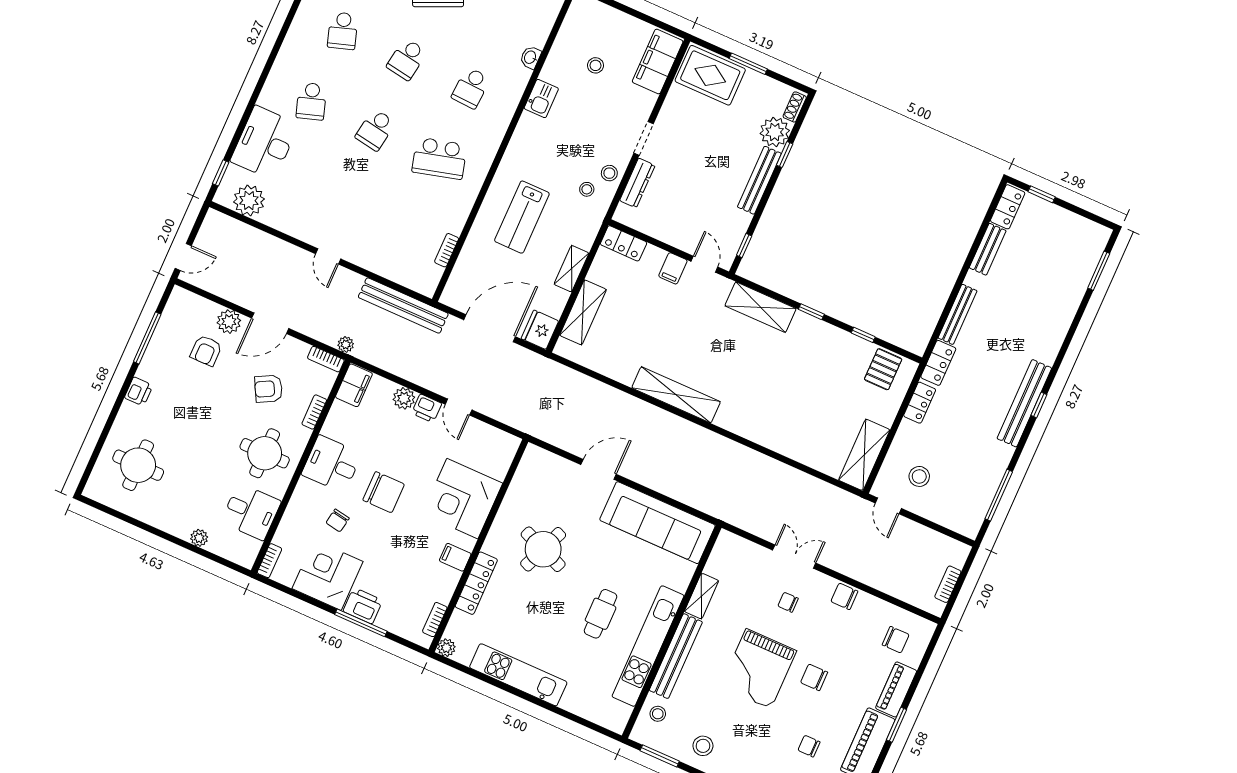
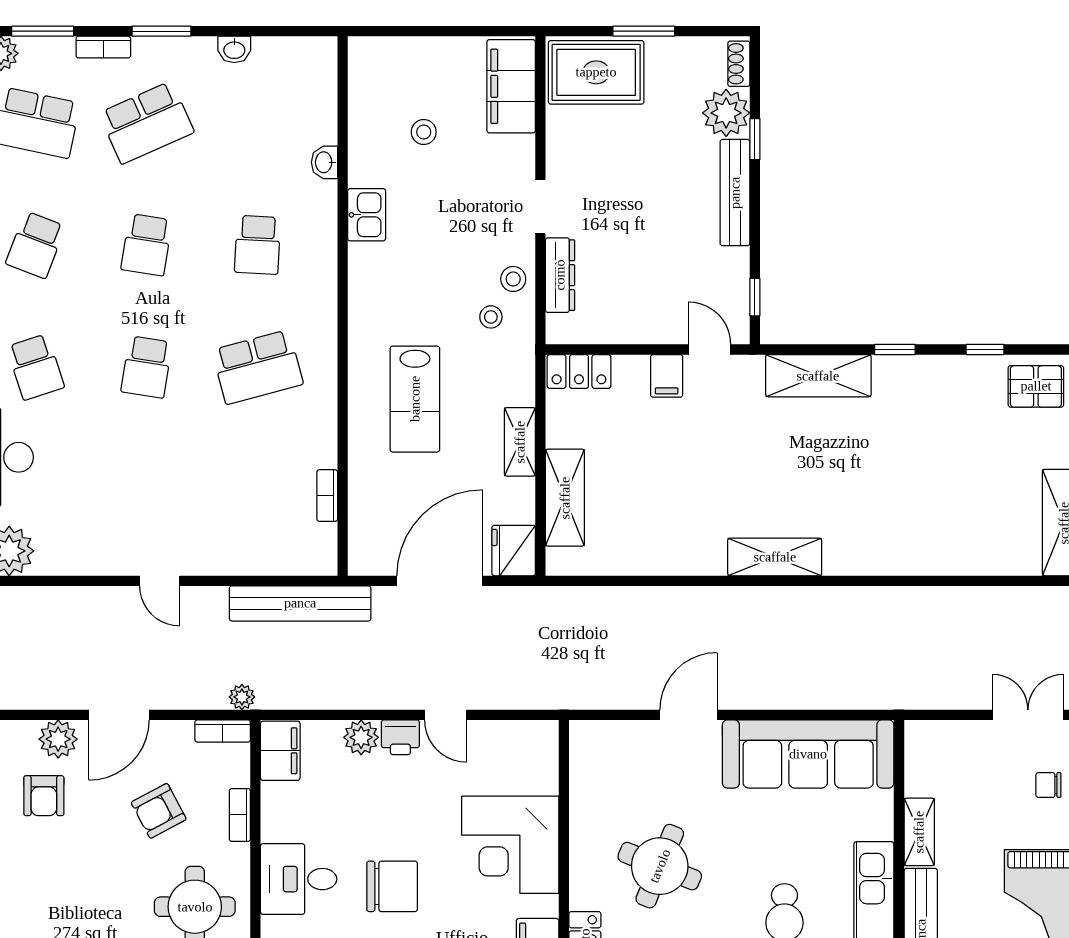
school desk: (343, 31) -> (35, 245), turned 39
pallet: (883, 369) -> (1036, 386), turned 90
shelving: (676, 395) -> (775, 557), width x0.68

